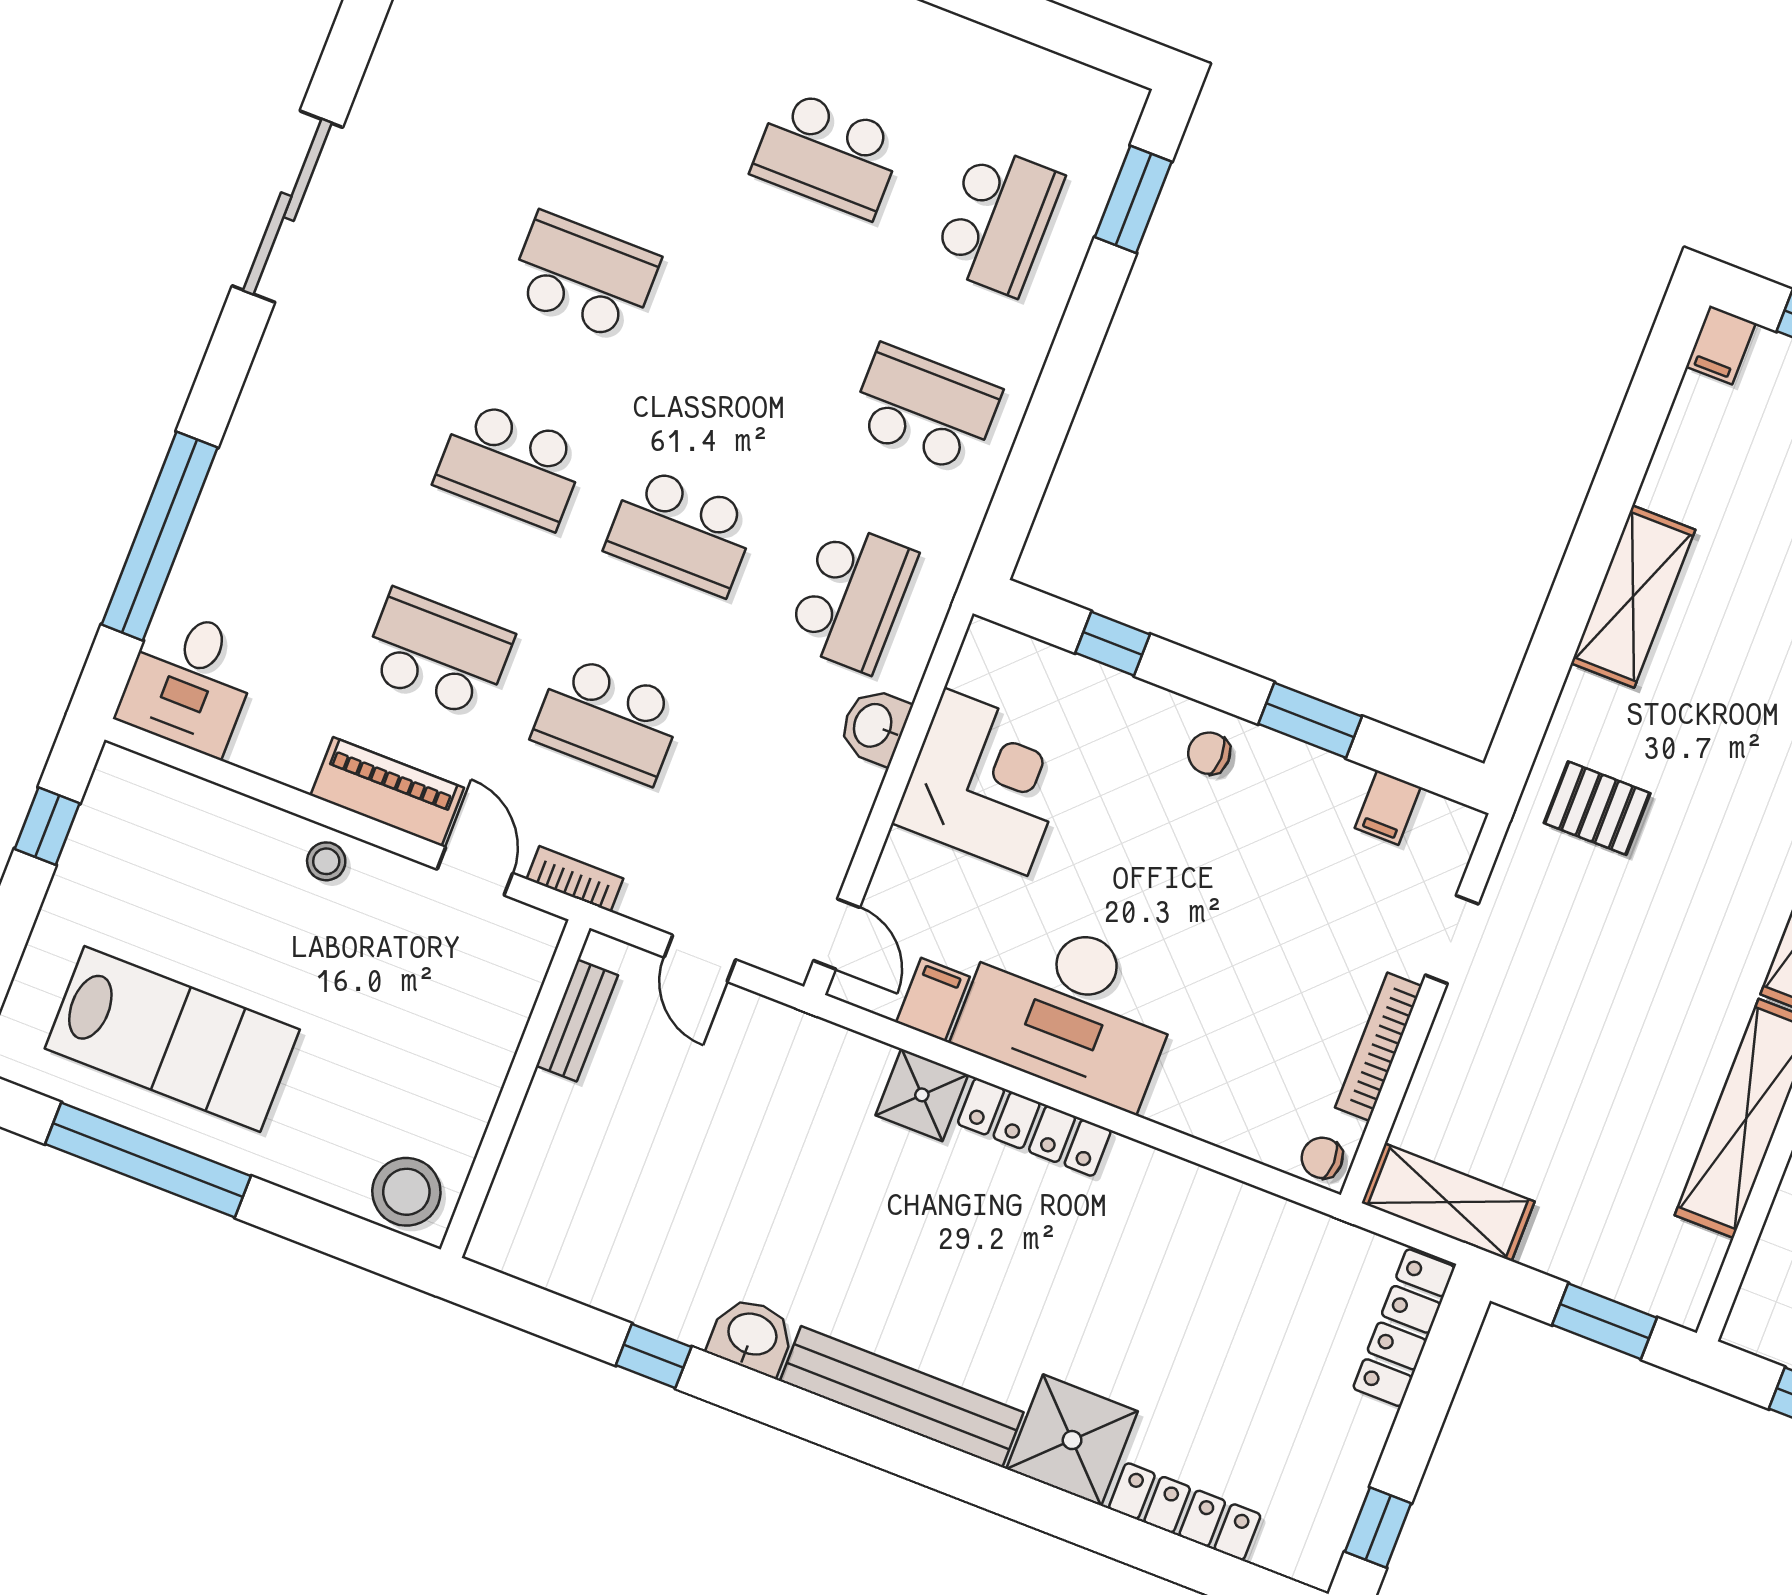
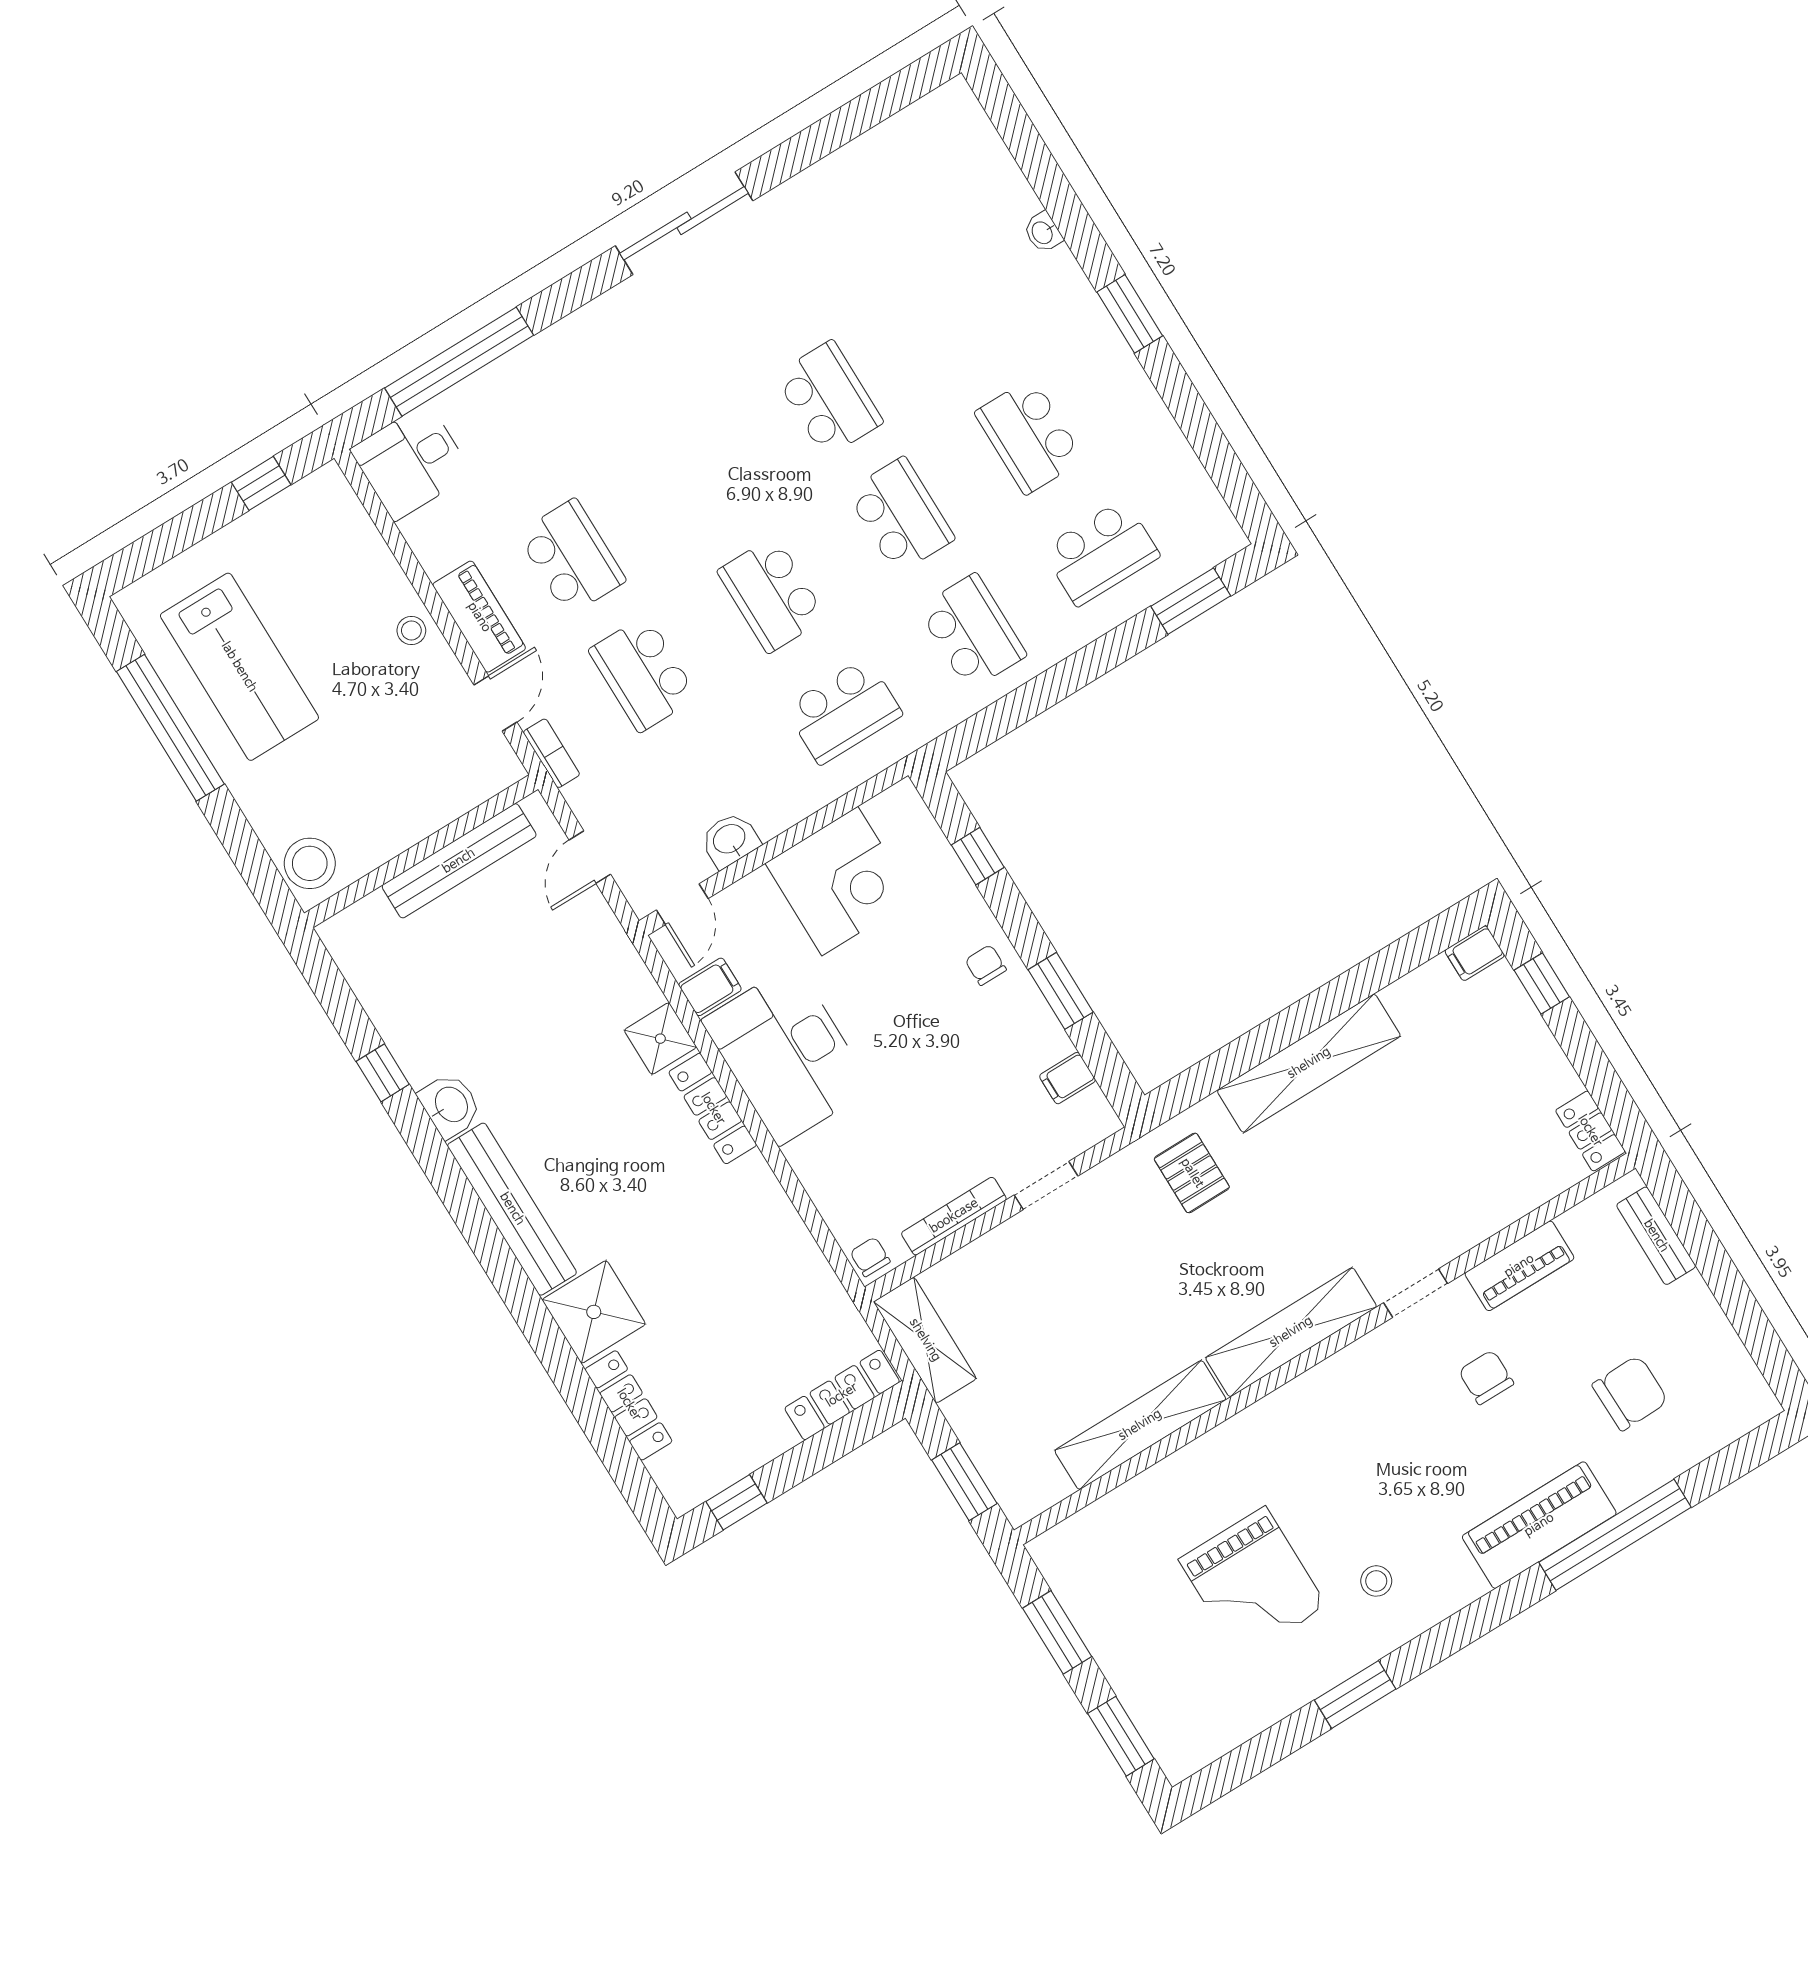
school desk: (511, 465) -> (900, 515), moved, turned 180
shelving: (1633, 597) -> (1309, 1063), width x1.47
washbasin: (874, 726) -> (730, 840), moved
bench: (577, 1020) -> (459, 861), width x1.86, depth x1.21

